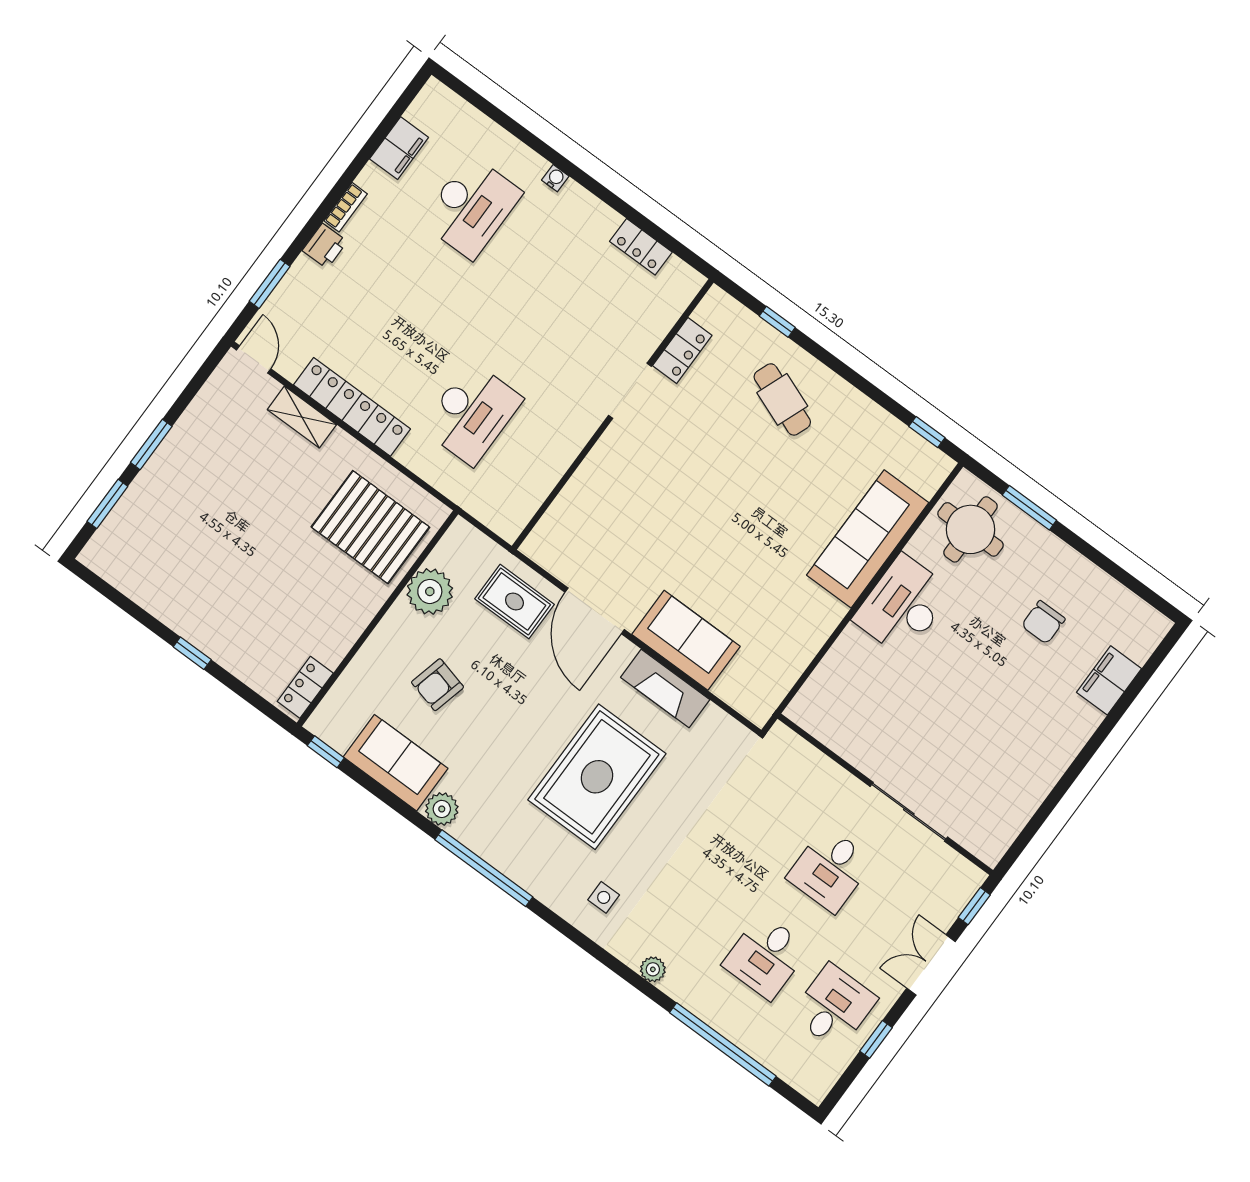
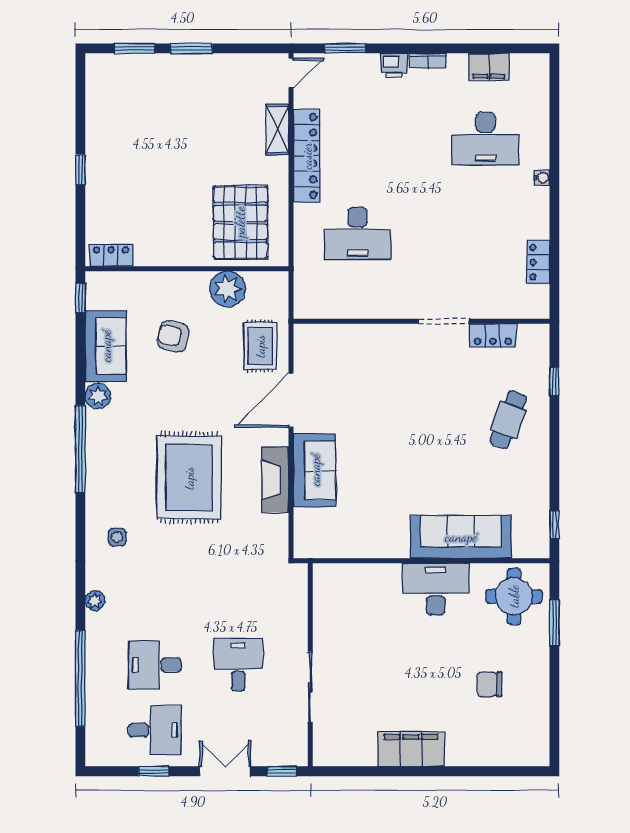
filing cabinet: (1109, 680) -> (411, 749), moved, width x1.50, depth x1.17
rug: (597, 777) -> (189, 478), turned 90
desk: (830, 869) -> (238, 665), turned 90

